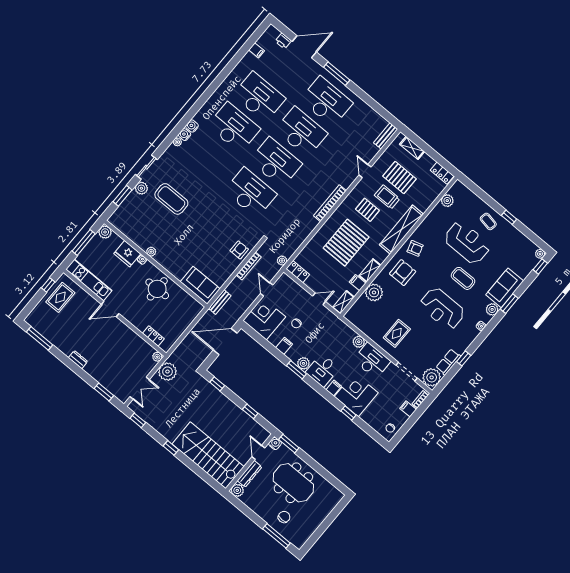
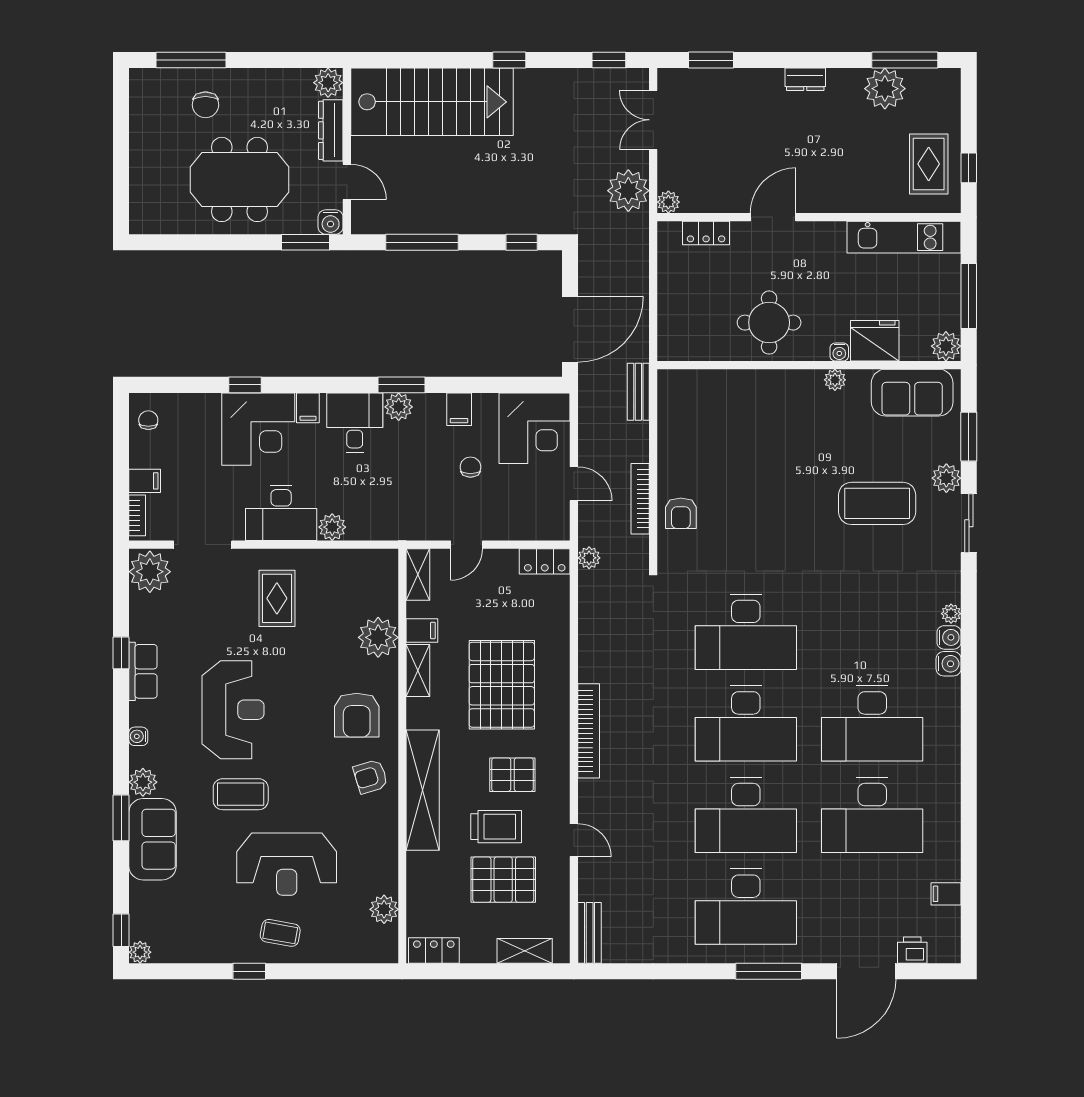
sofa: (200, 285) -> (912, 393), moved
door: (110, 309) -> (773, 217), moved
reception desk: (442, 309) -> (233, 710), turned 90
plant: (54, 334) -> (885, 89), added
row of seats: (448, 362) -> (143, 671), moved
window: (250, 411) -> (422, 242), width x2.17

